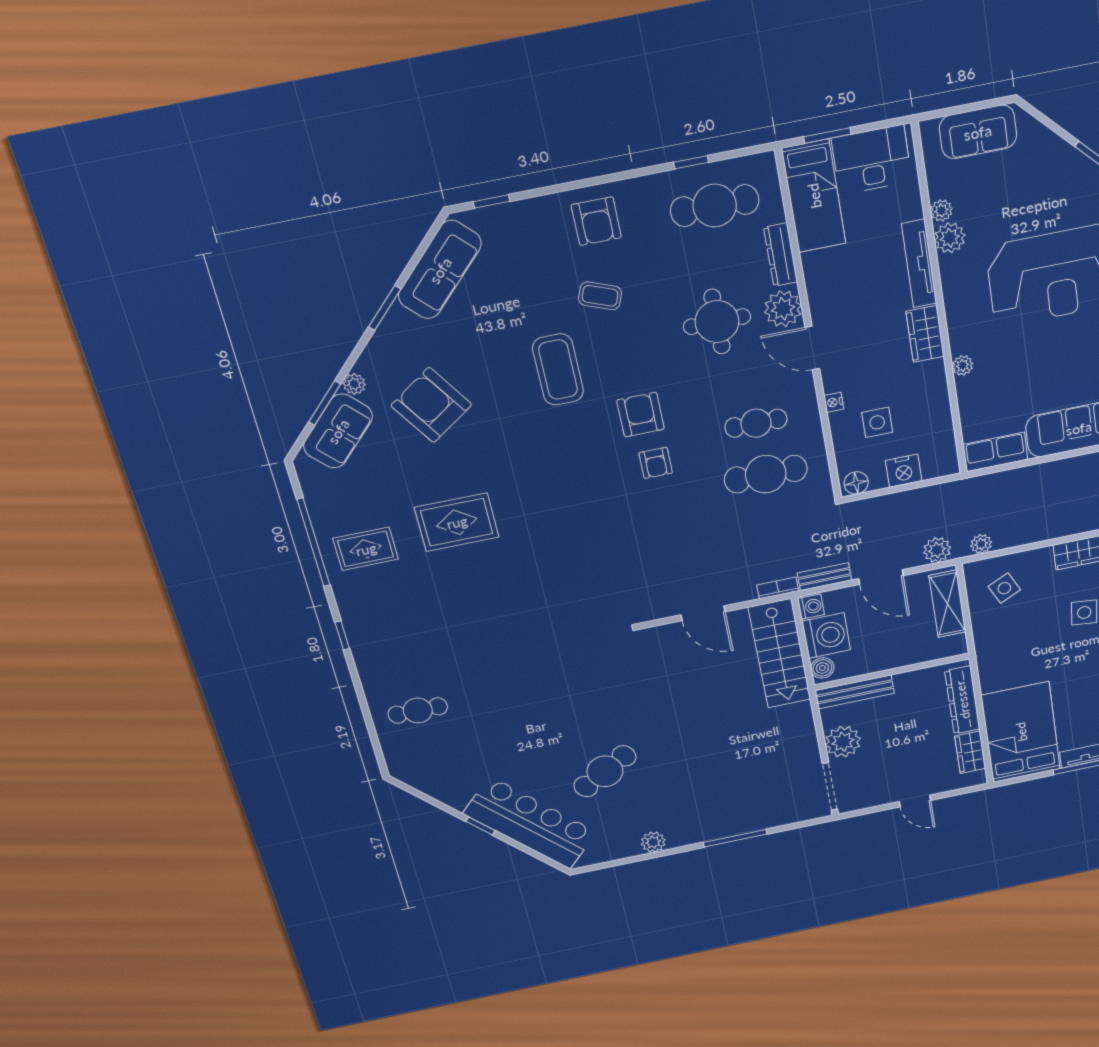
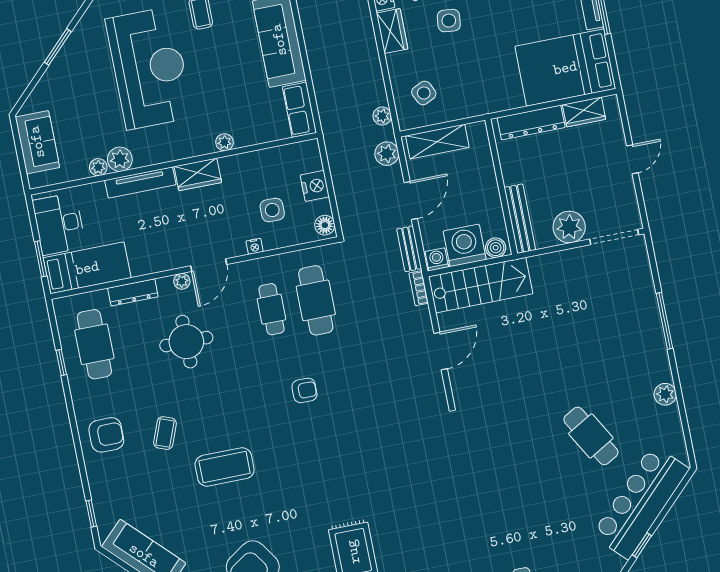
plant: (783, 309) -> (182, 281), width x0.53, depth x0.53
armchair: (641, 415) -> (263, 402), removed

